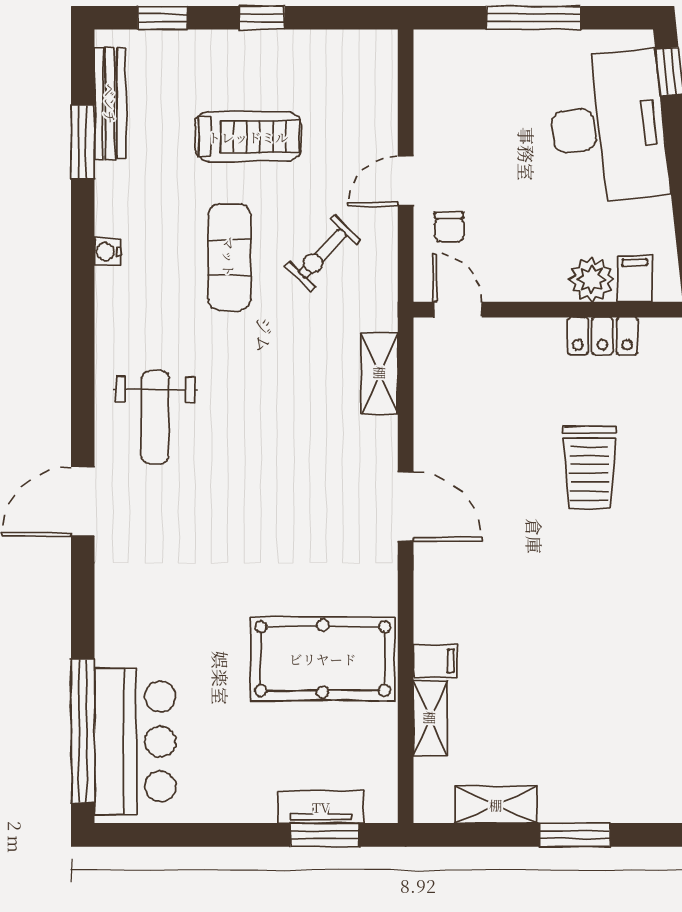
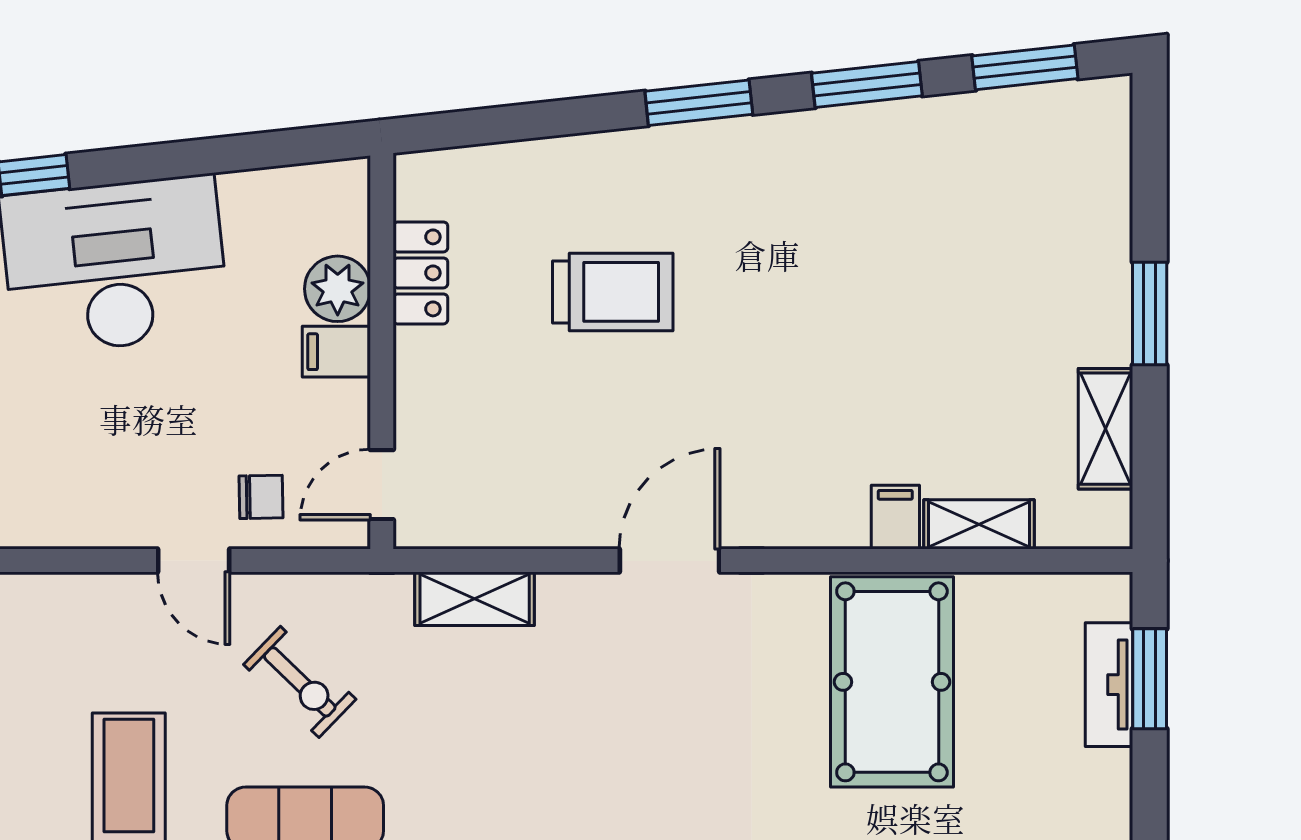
filing cabinet: (635, 279) -> (336, 352), moved

